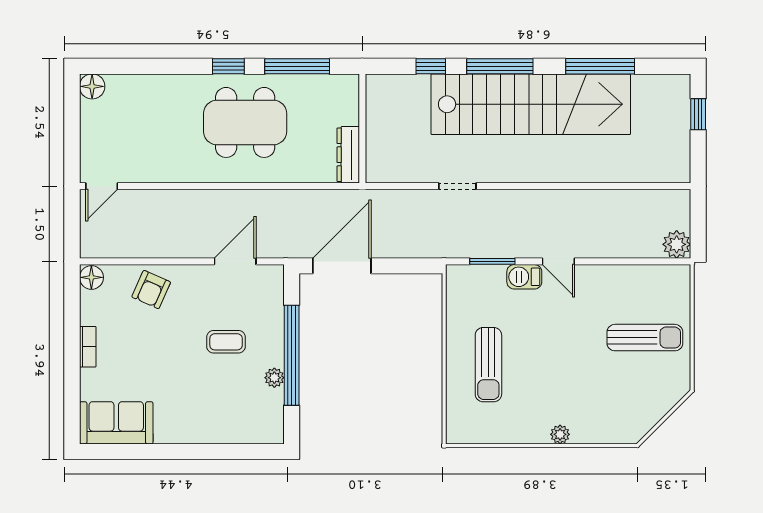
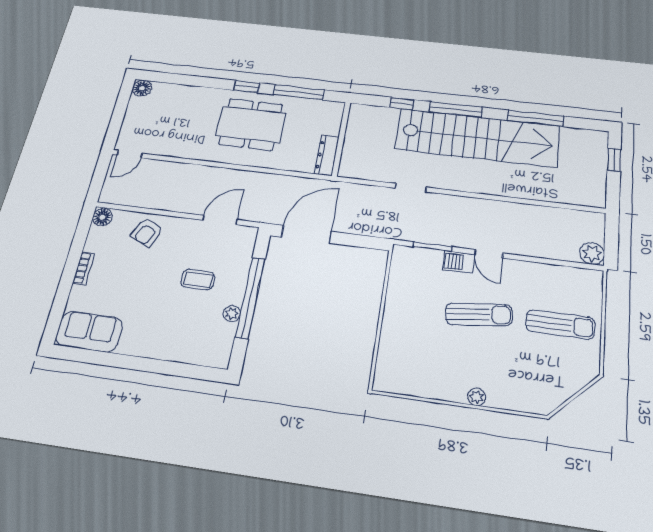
sun lounger: (488, 365) -> (479, 315), moved, turned -97

